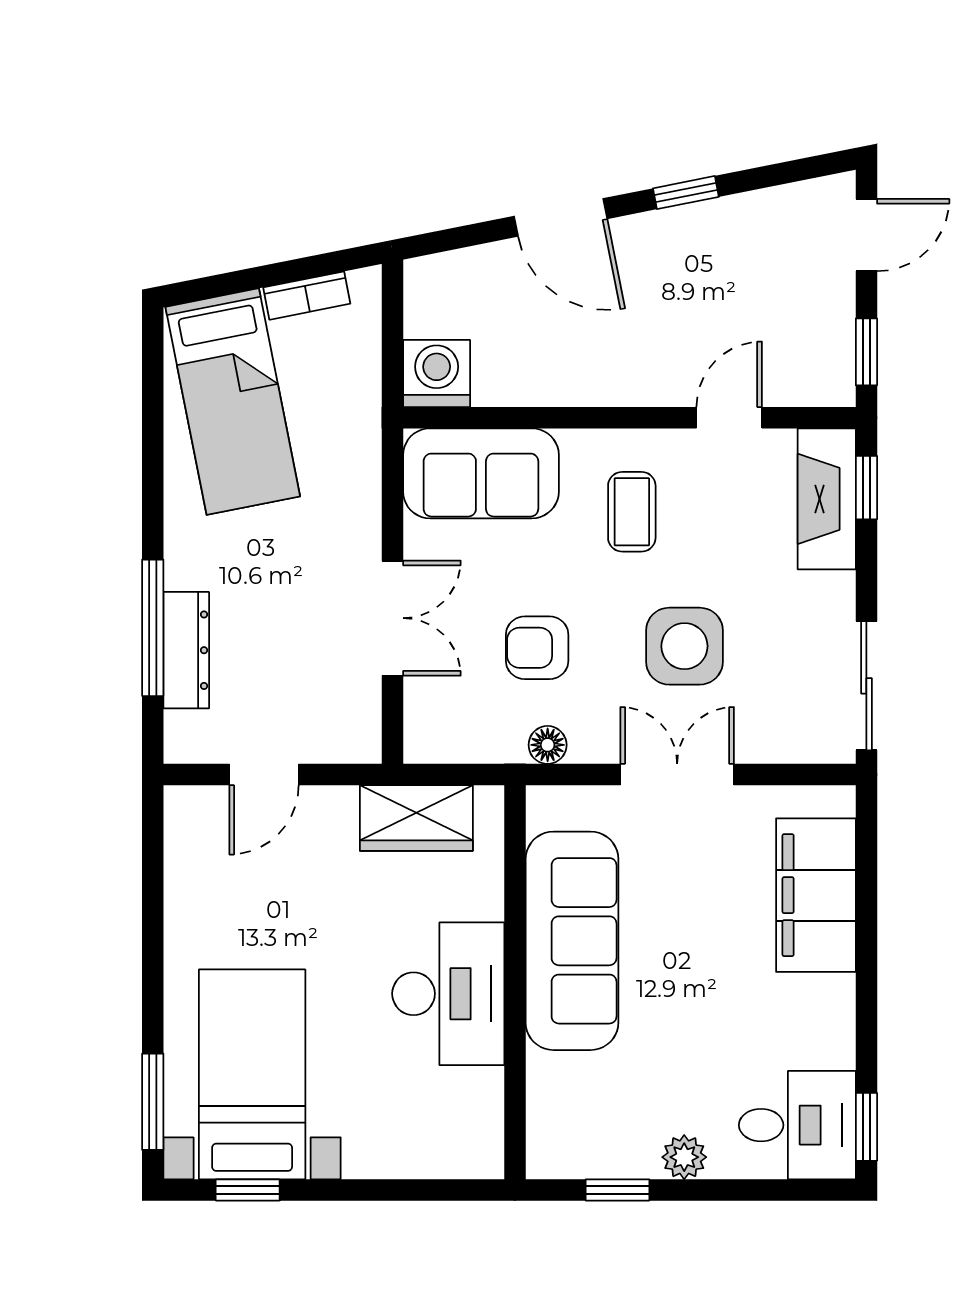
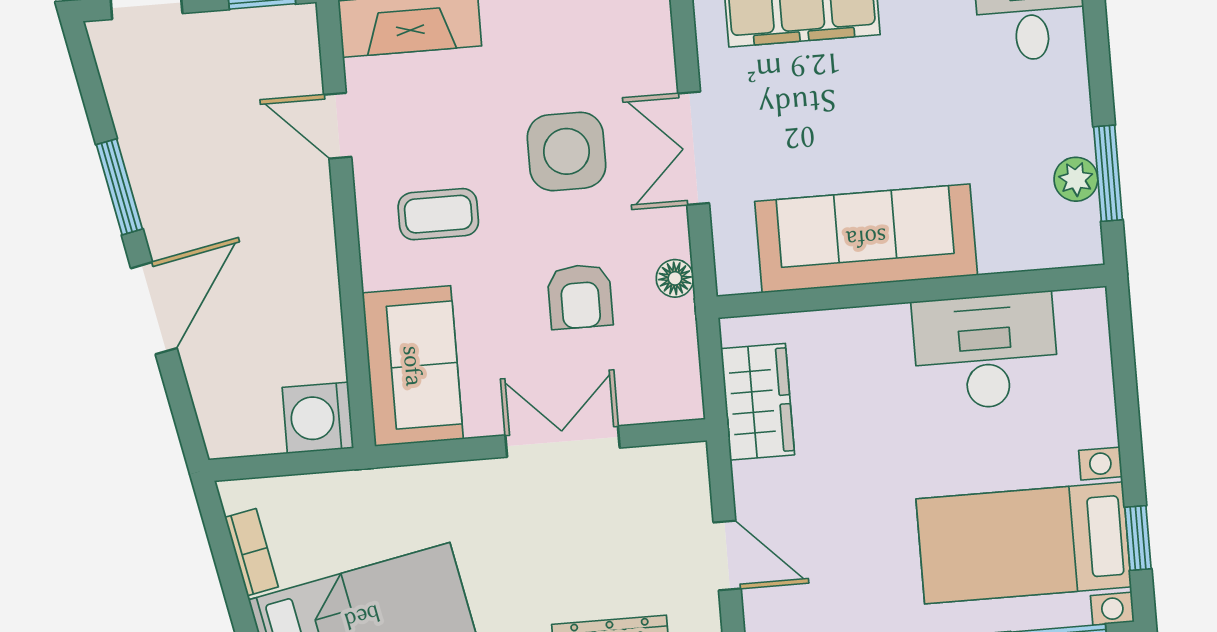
window: (686, 193) -> (119, 187), width x1.50
desk: (448, 994) -> (986, 351), moved
plant: (684, 1157) -> (1076, 179), moved
window: (617, 1190) -> (1108, 173), width x1.50

